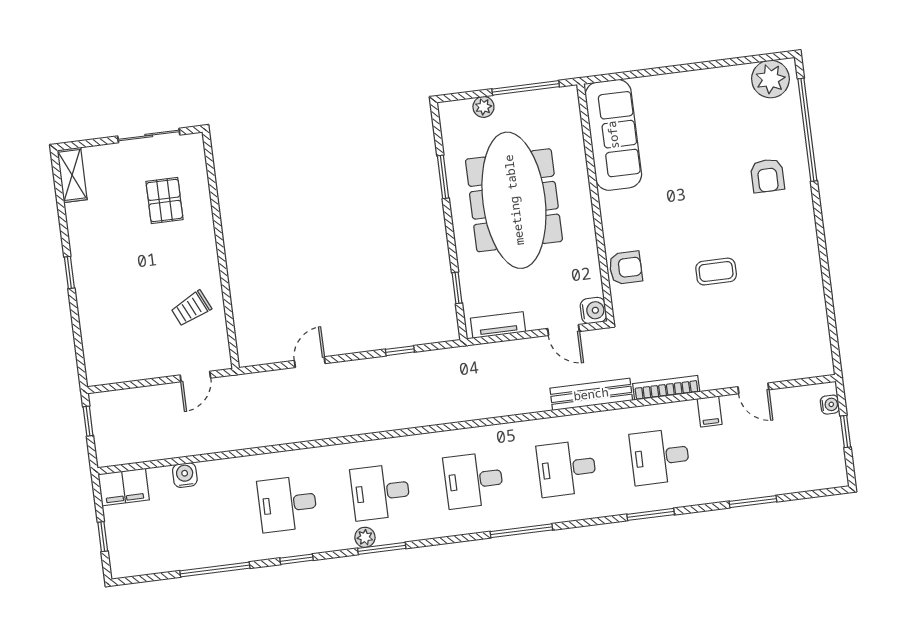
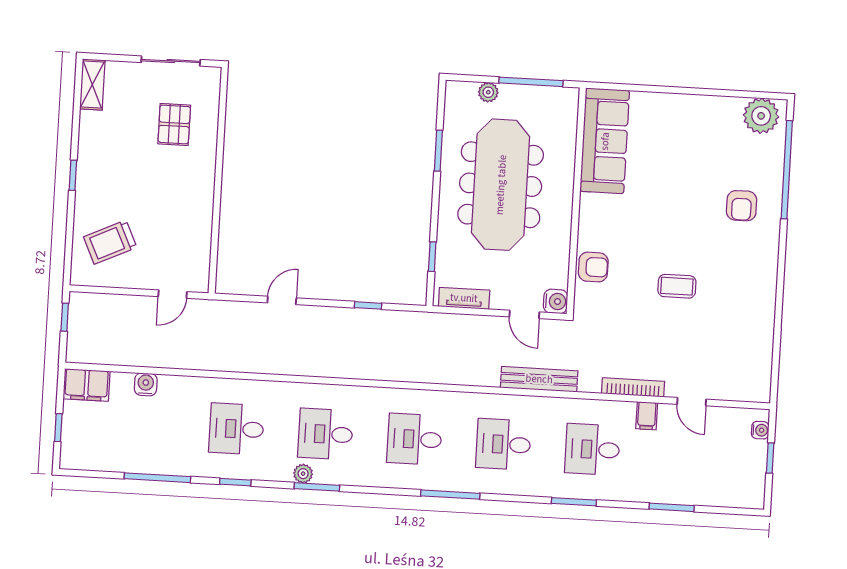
trolley: (191, 308) -> (110, 242), moved, width x1.36, depth x1.39
bookcase: (666, 388) -> (633, 387), moved

